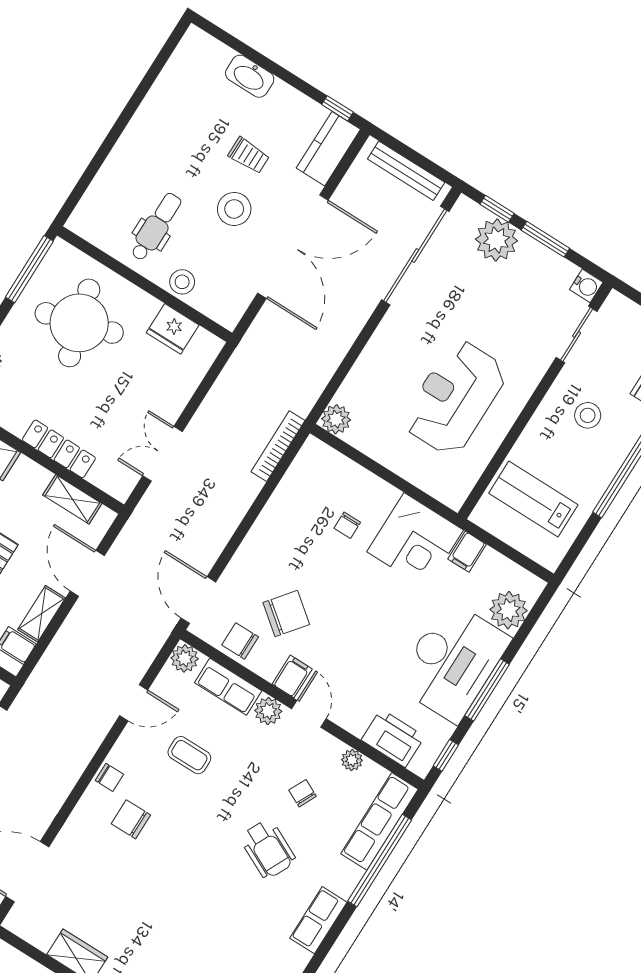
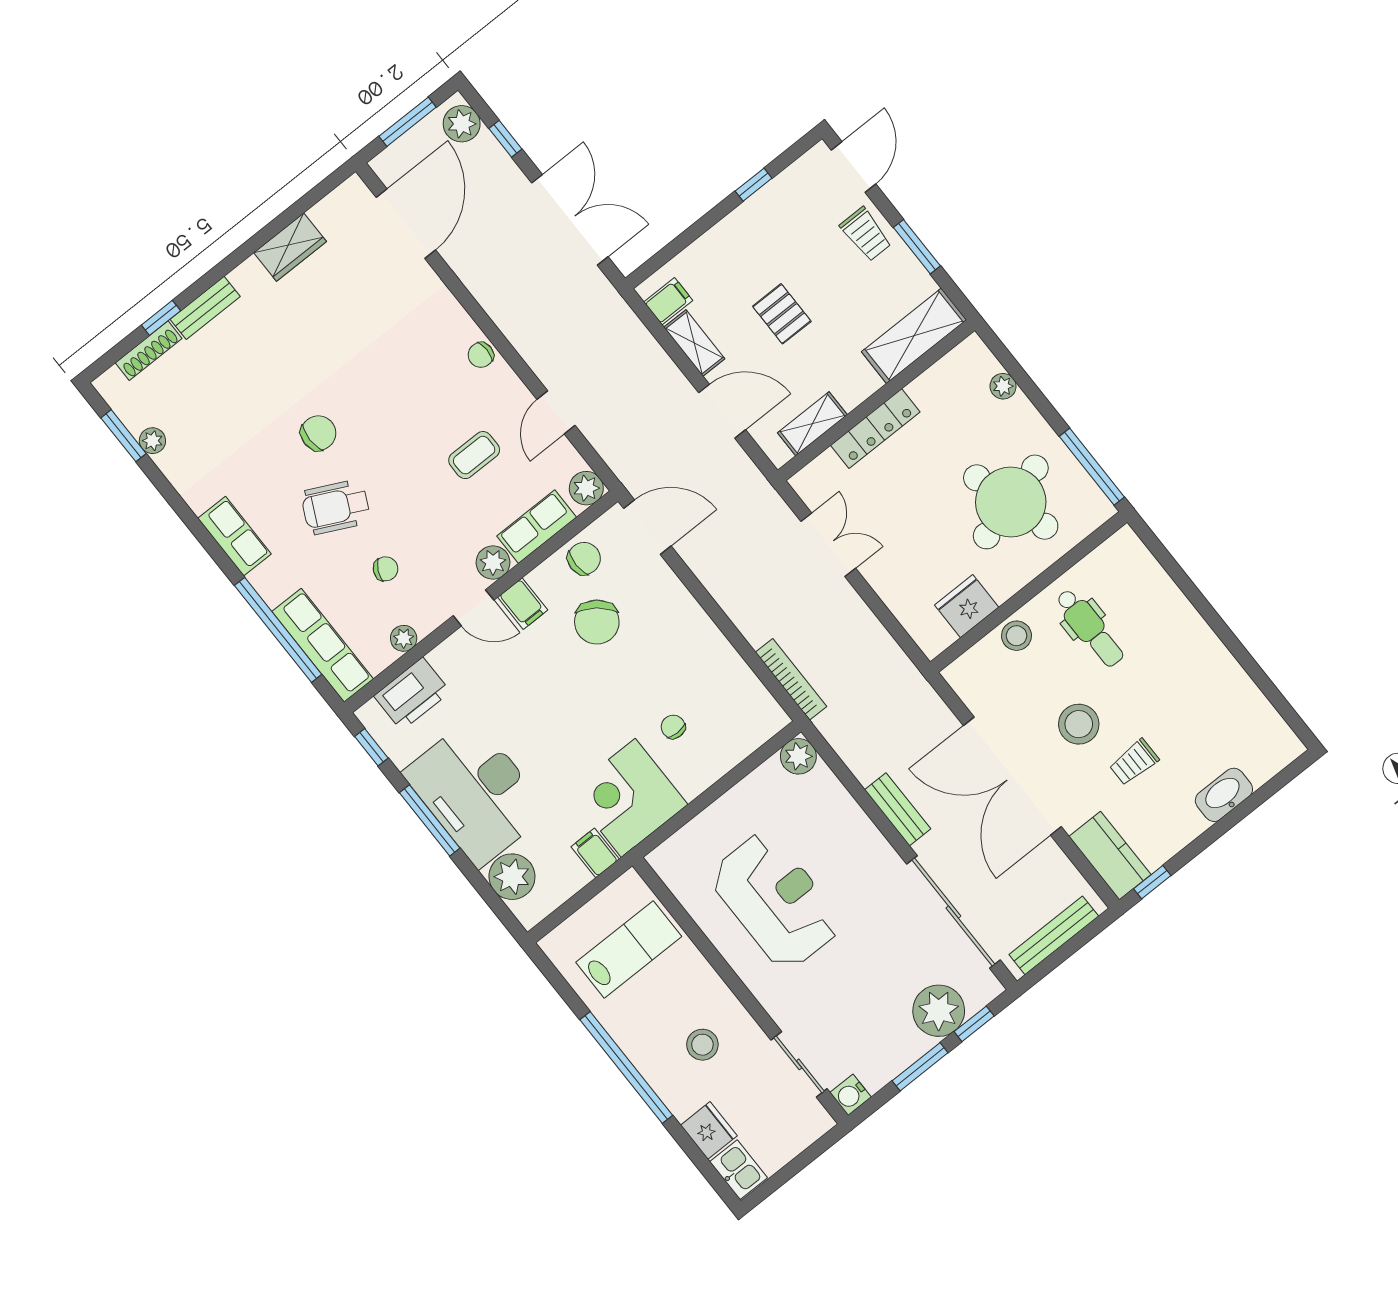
bench: (350, 327) -> (898, 809), added
chair: (131, 819) -> (318, 433), moved

